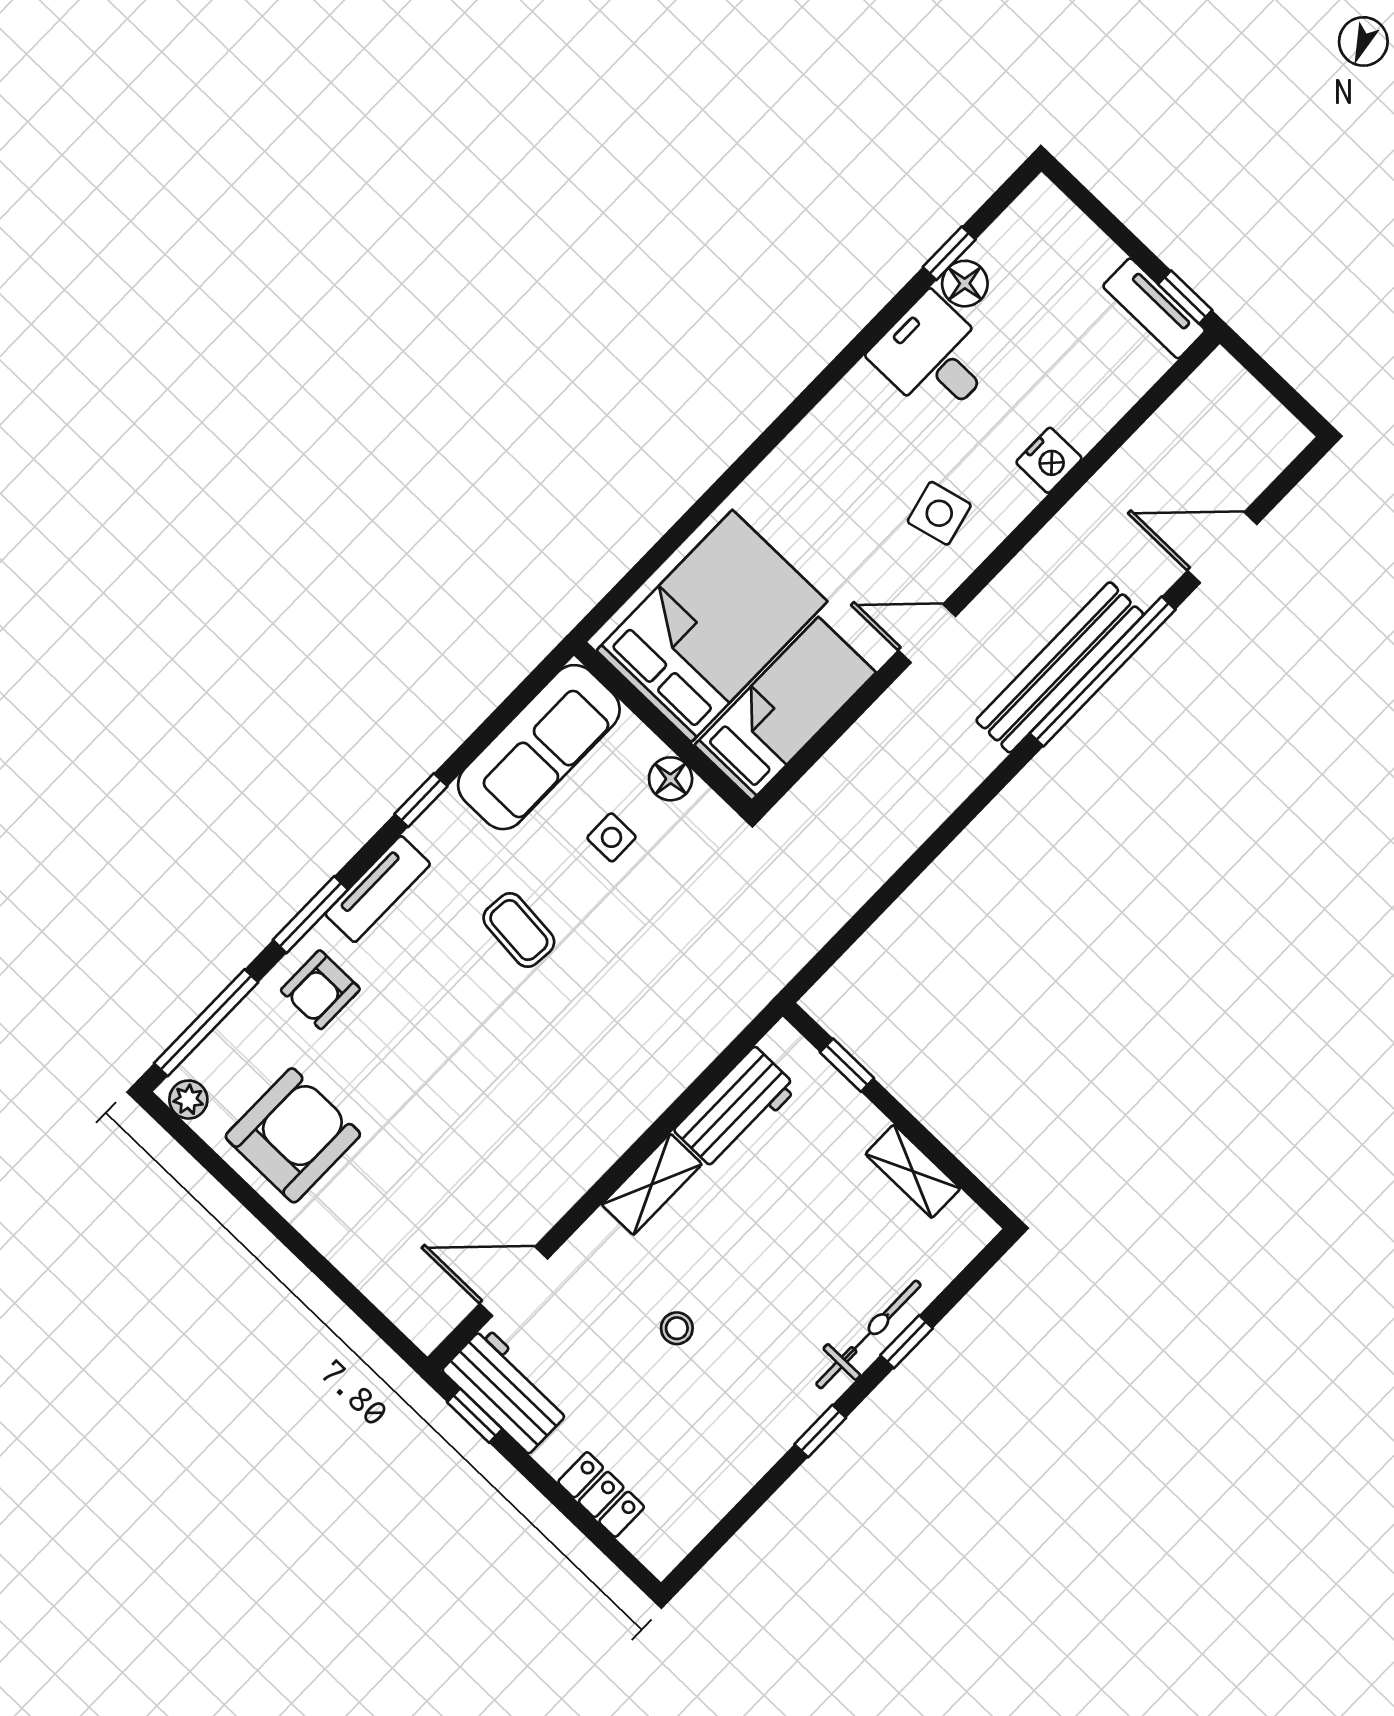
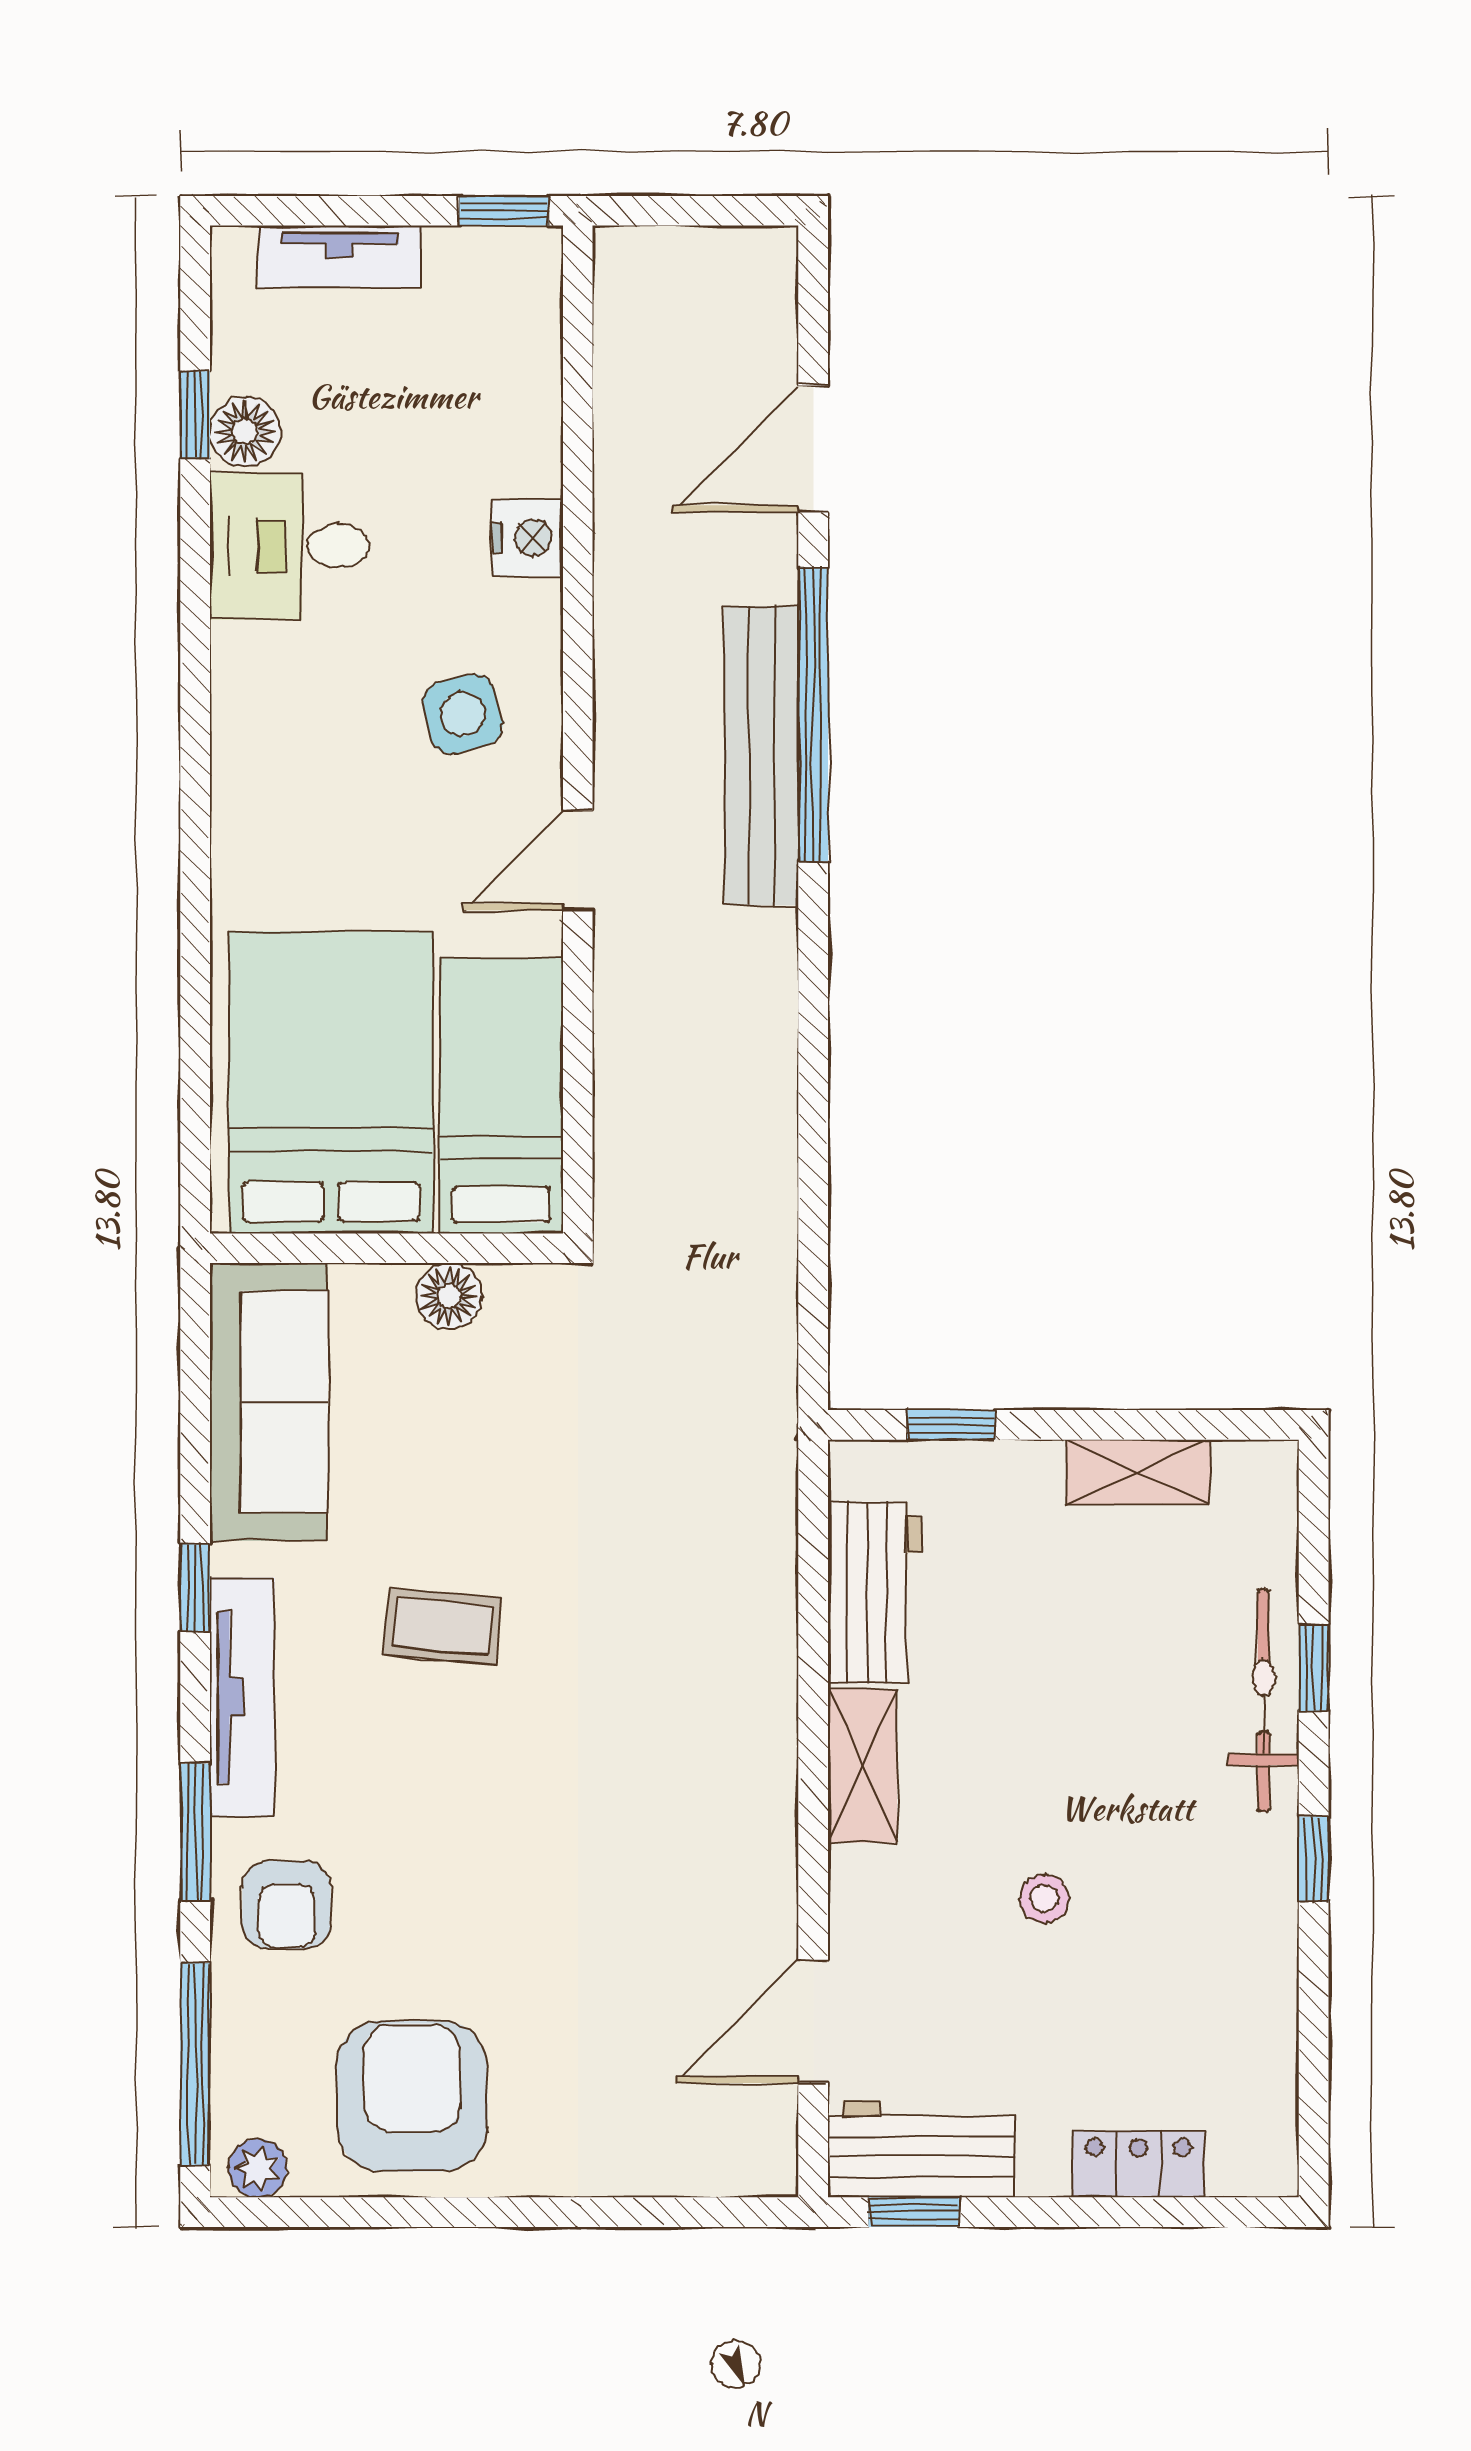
tv unit: (1154, 308) -> (340, 257), moved
side table: (612, 837) -> (446, 1424), removed
tv unit: (378, 889) -> (242, 1697), width x1.41

